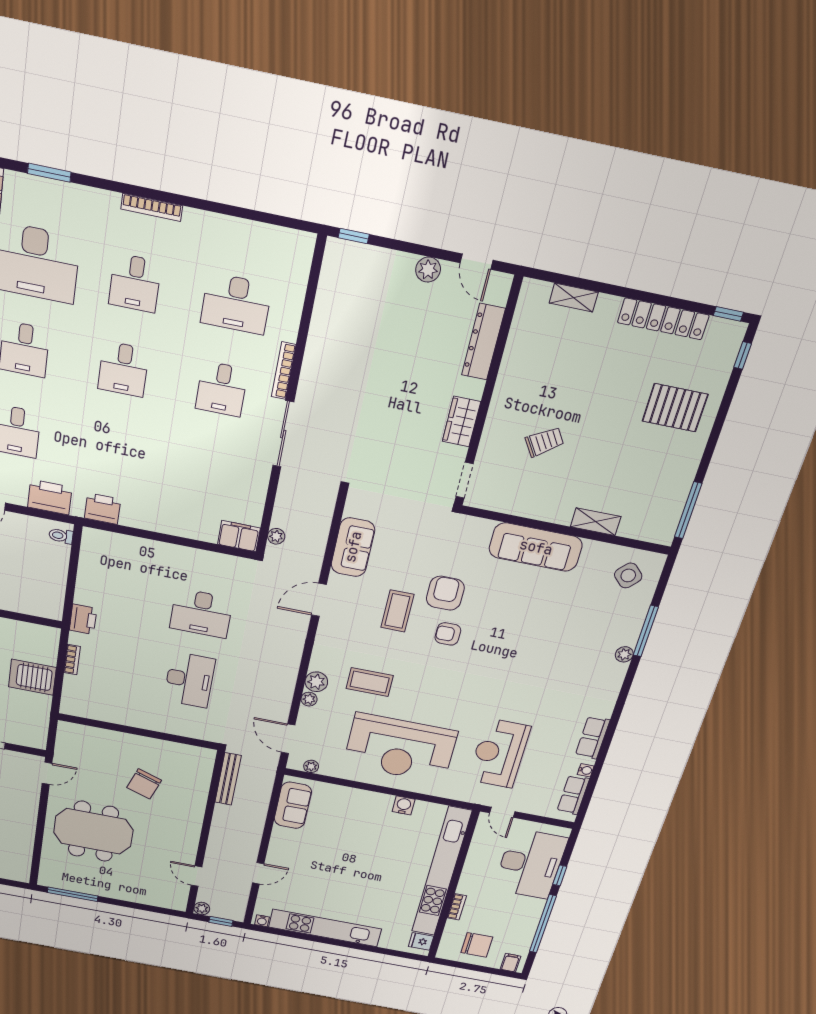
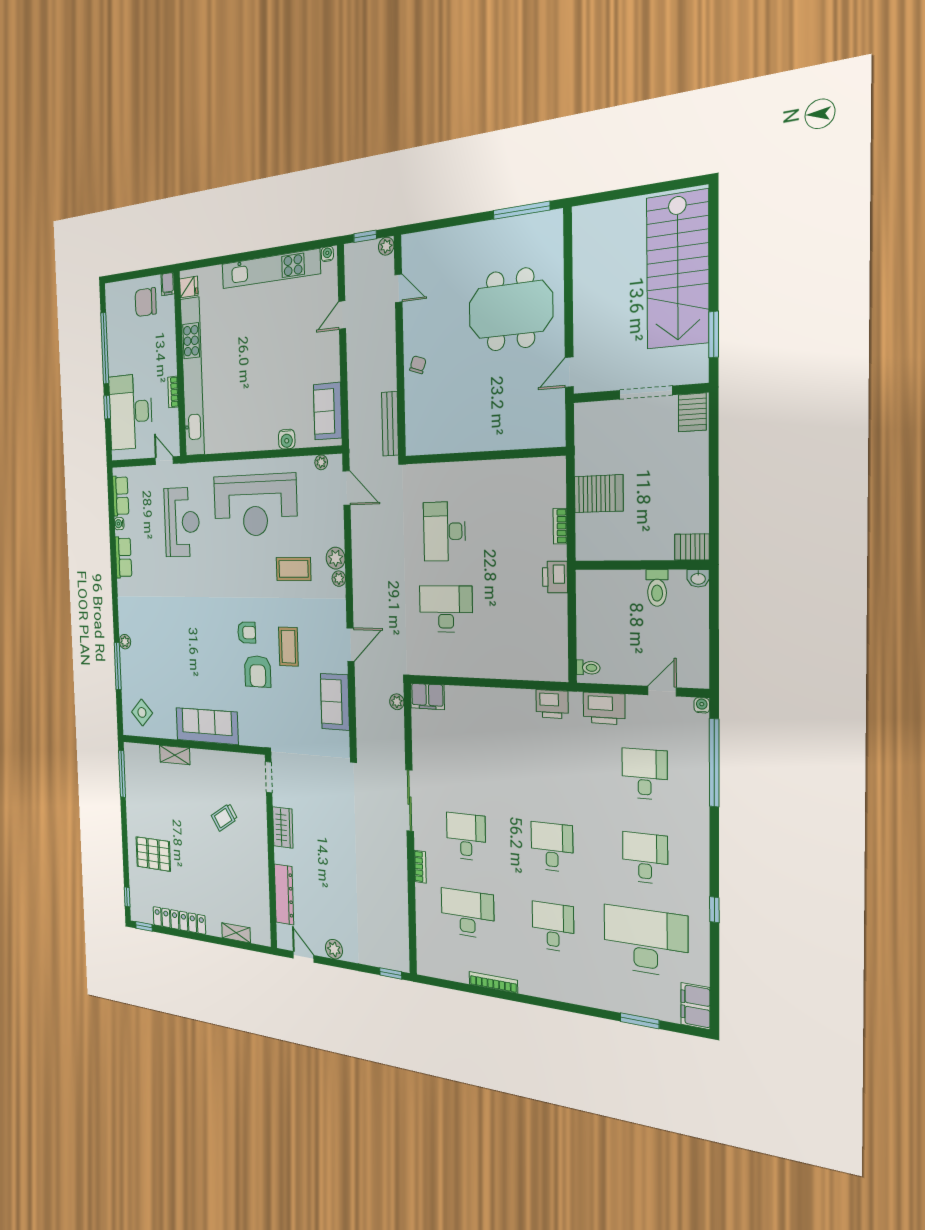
bookcase: (152, 207) -> (493, 982), moved
bookcase: (284, 371) -> (420, 867), width x0.64
plant: (309, 699) -> (339, 579), moved
reception desk: (400, 748) -> (255, 505), turned 180
chair: (144, 784) -> (418, 365), moved, width x0.54, depth x0.54
water cooler: (404, 805) -> (287, 439), moved
bookcase: (457, 907) -> (173, 392), moved
filing cabinet: (511, 963) -> (168, 284), moved

